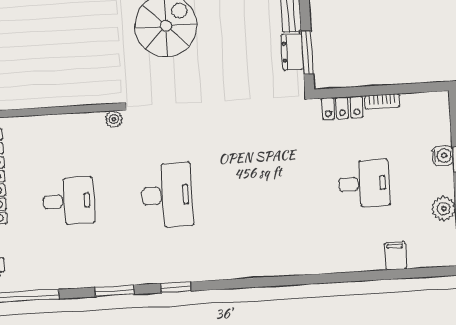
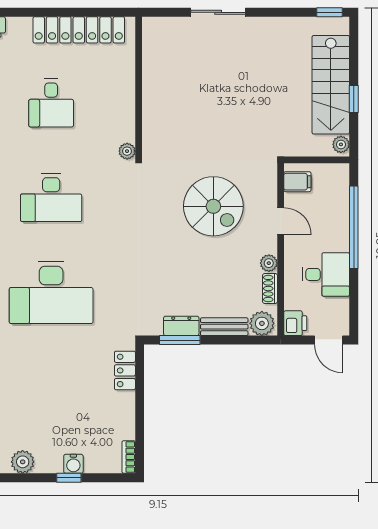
bookcase: (382, 101) -> (129, 457), moved
desk: (364, 184) -> (51, 292), moved, width x1.87, depth x1.30

